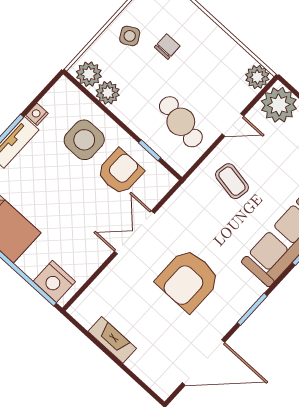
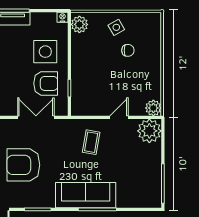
plant: (108, 93) -> (79, 42), removed
nightstand: (37, 114) -> (62, 17), moved
cafe table: (181, 122) -> (97, 91), removed
door: (233, 125) -> (119, 117), swing flipped
double door: (134, 232) -> (36, 117), moved

